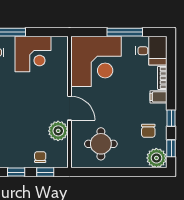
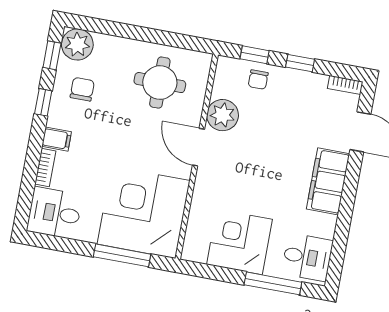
window: (125, 32) -> (122, 255), moved

